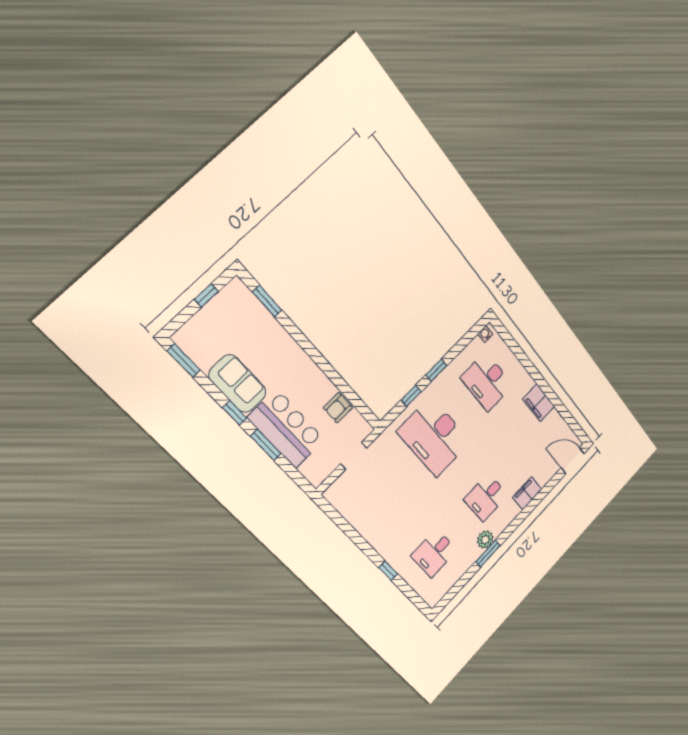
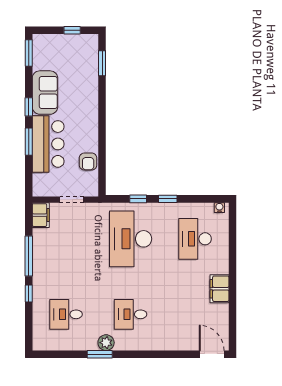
armchair: (338, 408) -> (88, 162), turned -90
filing cabinet: (527, 493) -> (41, 215), moved, turned 90
window: (360, 542) -> (29, 256), added

